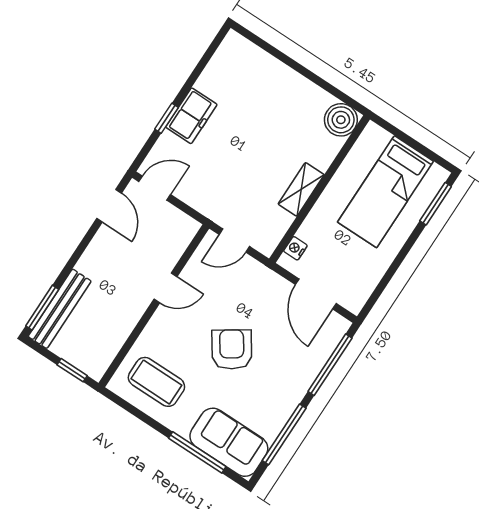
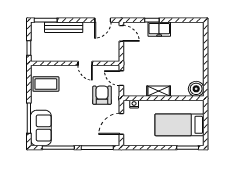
bench: (60, 309) -> (64, 27), moved
armchair: (232, 349) -> (102, 95), moved, turned -56
coffee table: (156, 382) -> (46, 84), turned 90

